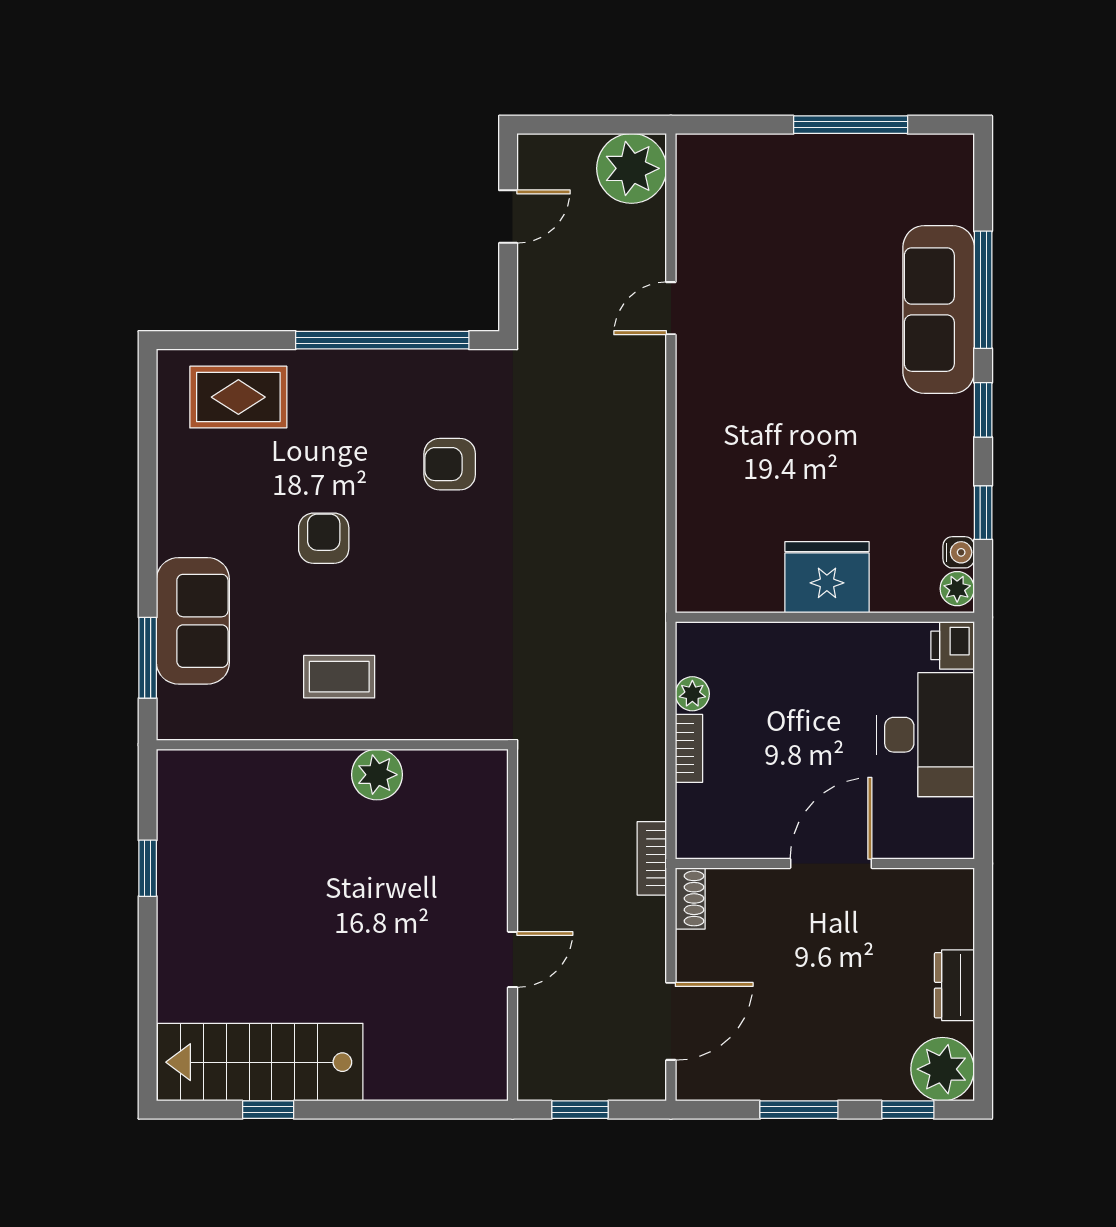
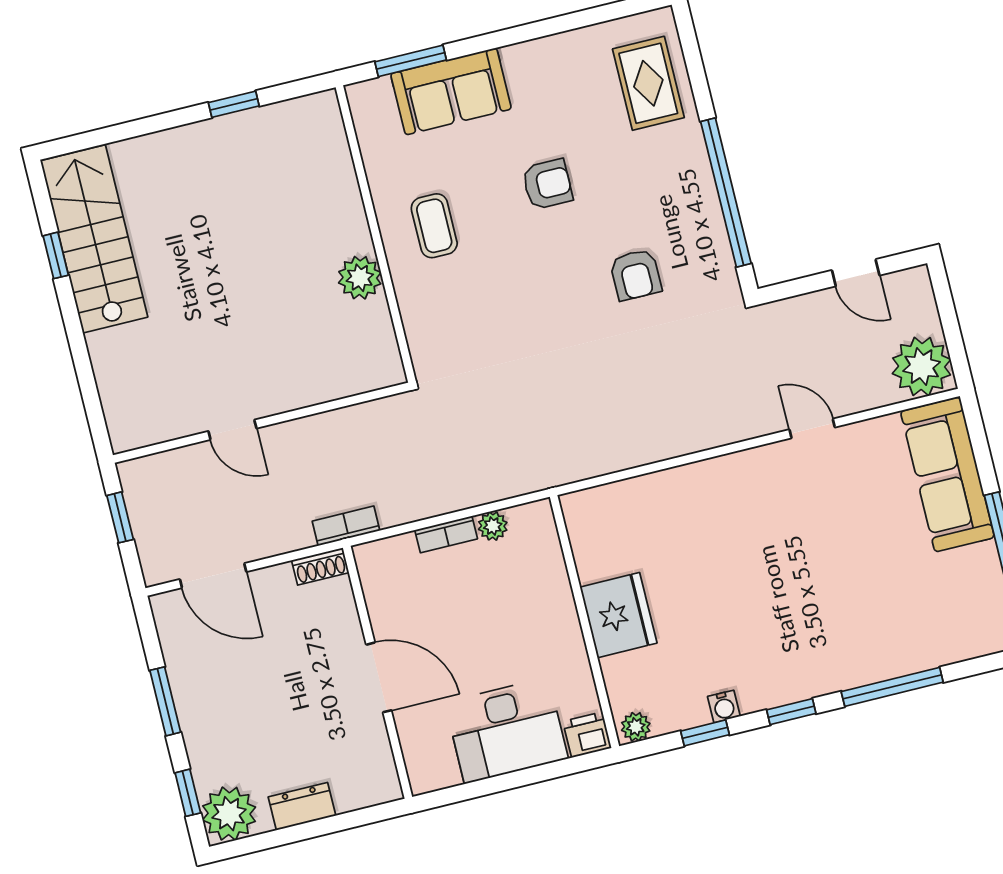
sofa: (939, 310) -> (947, 474), moved, turned -90
armchair: (450, 464) -> (636, 275), turned 180
water cooler: (959, 552) -> (724, 706), moved

